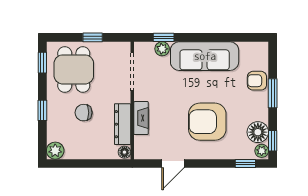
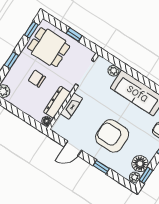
window: (164, 37) -> (119, 64), removed
dining table: (74, 69) -> (49, 47), turned 90
window: (245, 163) -> (101, 167), moved

